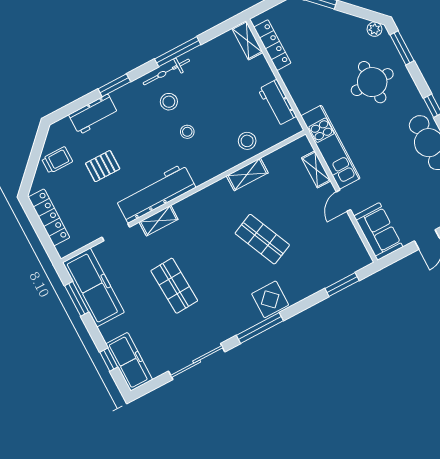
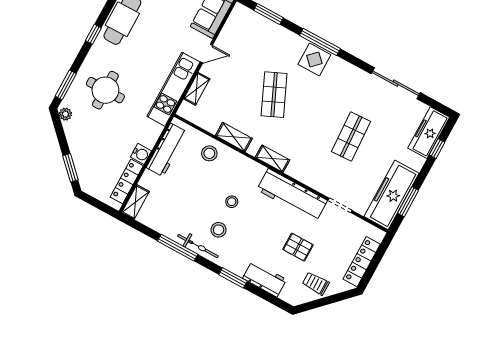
water cooler: (289, 76) -> (141, 154), added
workbench: (277, 103) -> (167, 150), width x1.37
shelving: (159, 221) -> (273, 159), moved
window: (260, 328) -> (320, 42), moved

